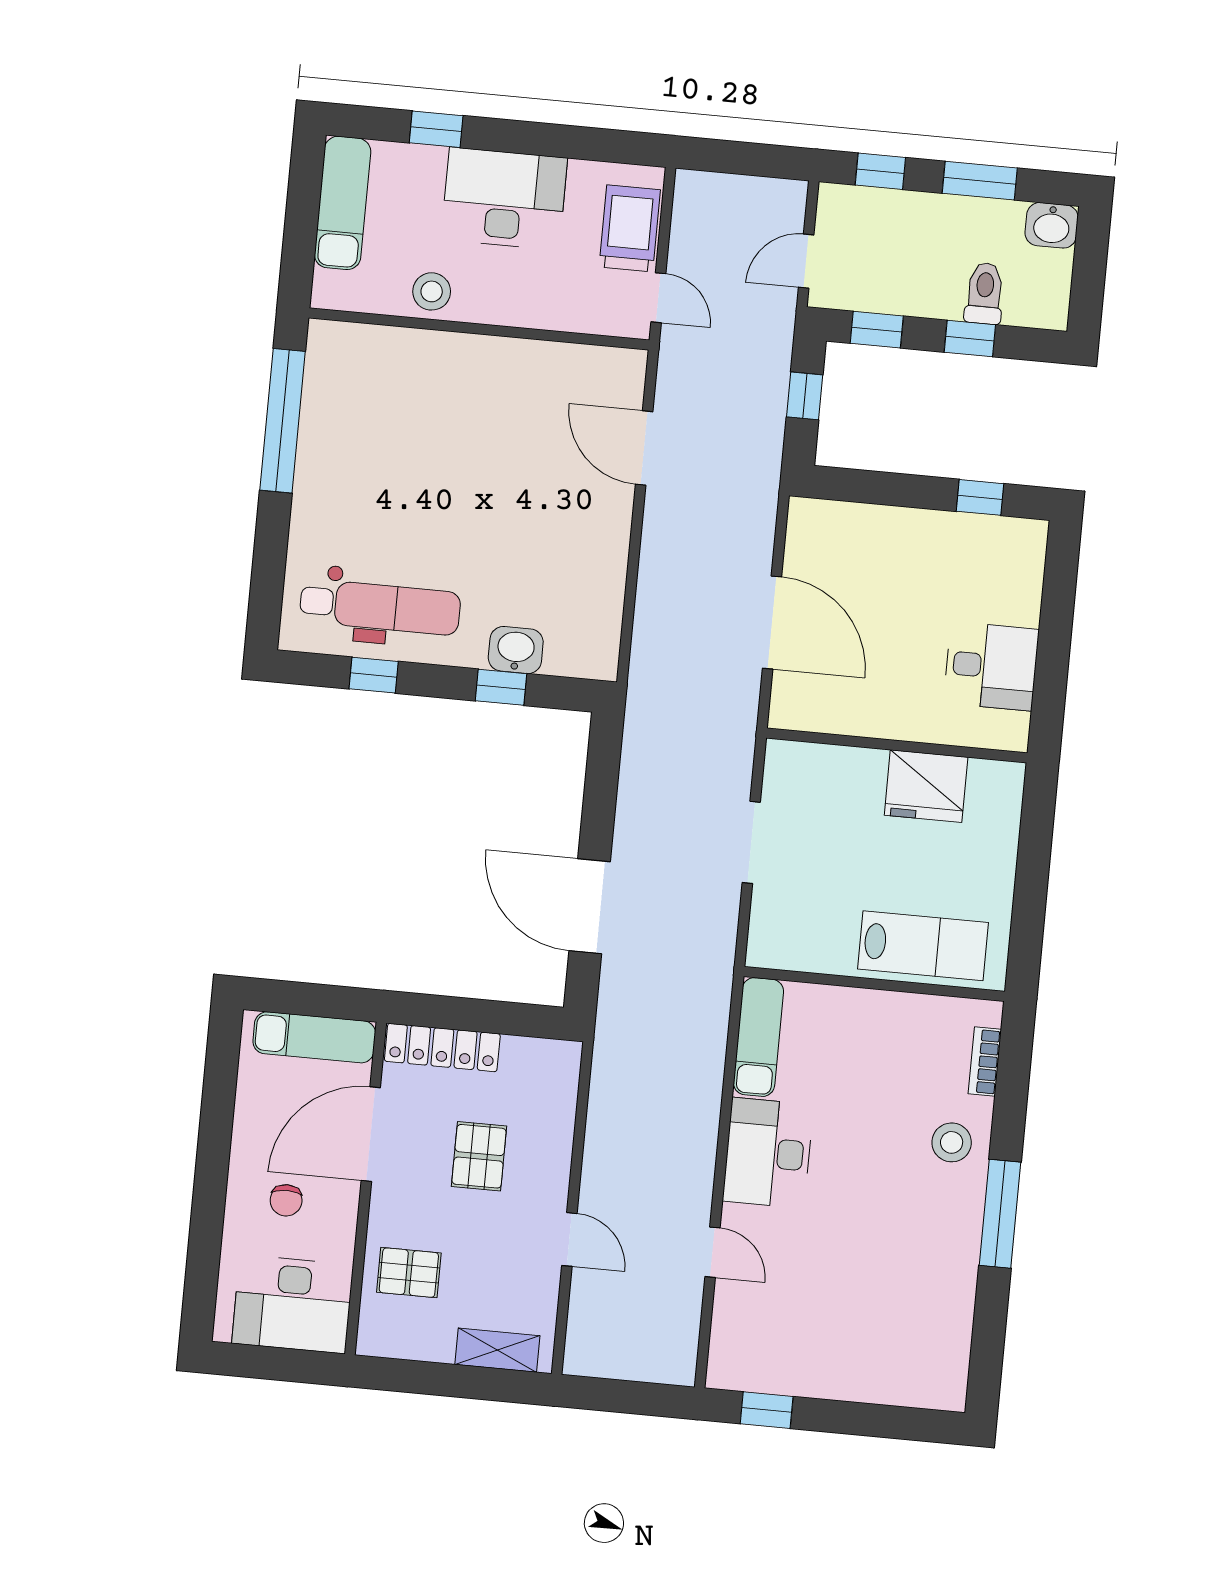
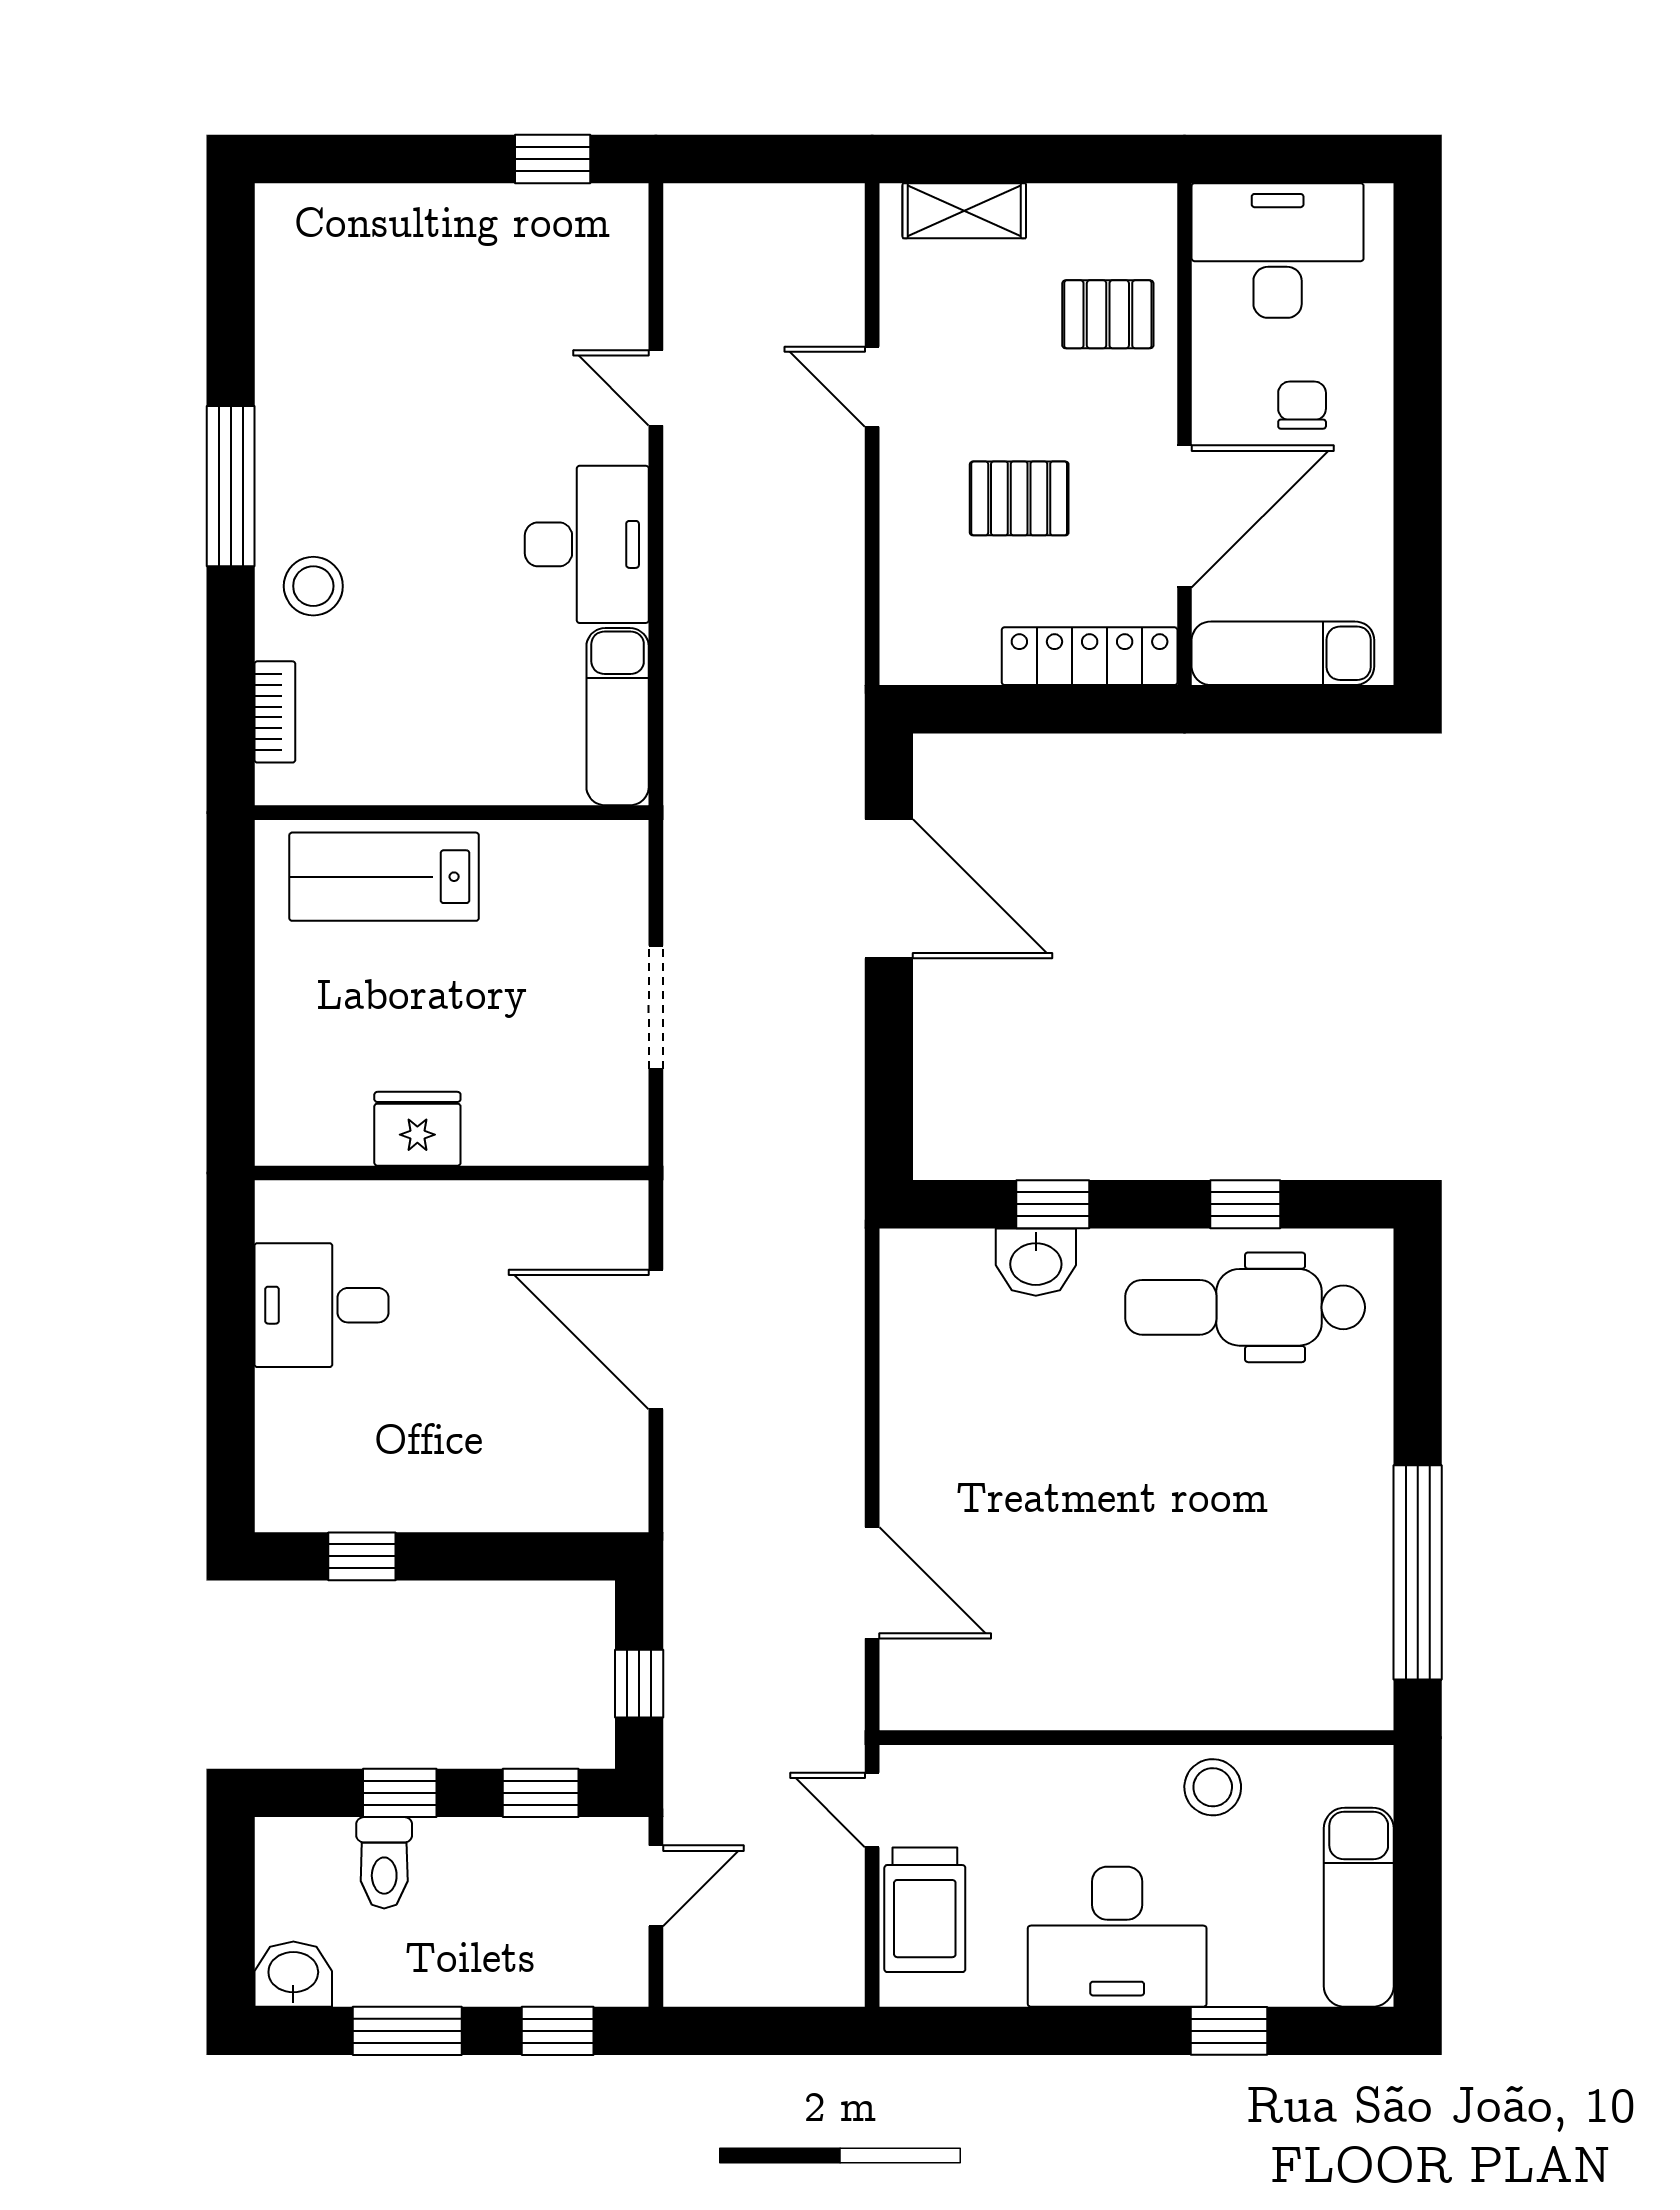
fridge: (926, 786) -> (417, 1129), width x0.73, depth x0.75
pallet: (479, 1156) -> (1019, 498), turned 90

